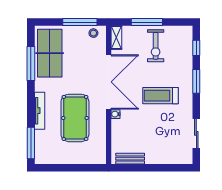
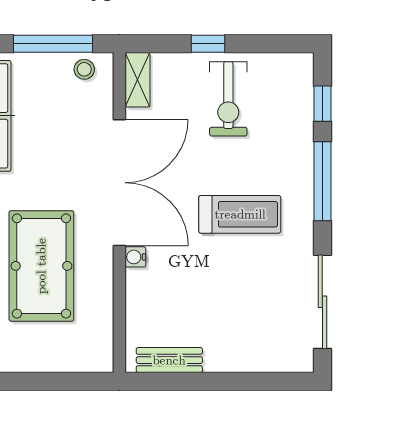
window: (147, 22) -> (208, 44), width x0.46
window: (196, 81) -> (322, 181), width x1.44
treadmill: (161, 96) -> (240, 214), turned 180
sliding door: (196, 133) -> (322, 302), width x1.37

